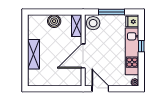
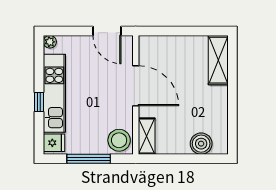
boiler: (54, 21) -> (201, 144), moved
shelving: (34, 54) -> (218, 60), moved
door: (83, 56) -> (136, 86), hinge flipped

